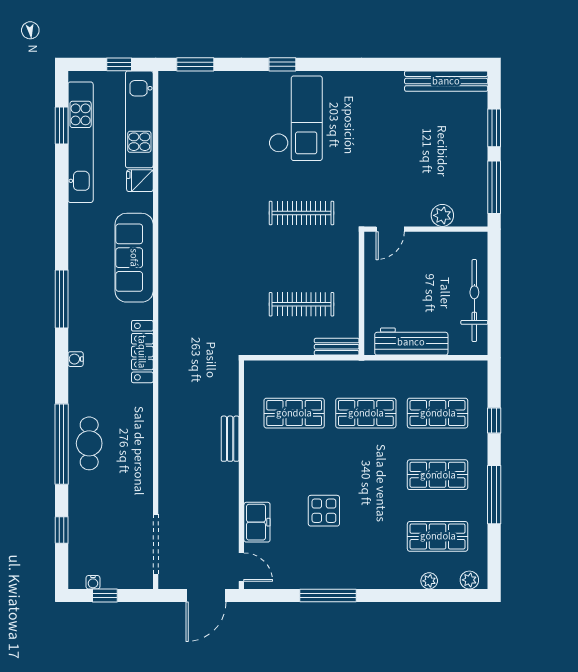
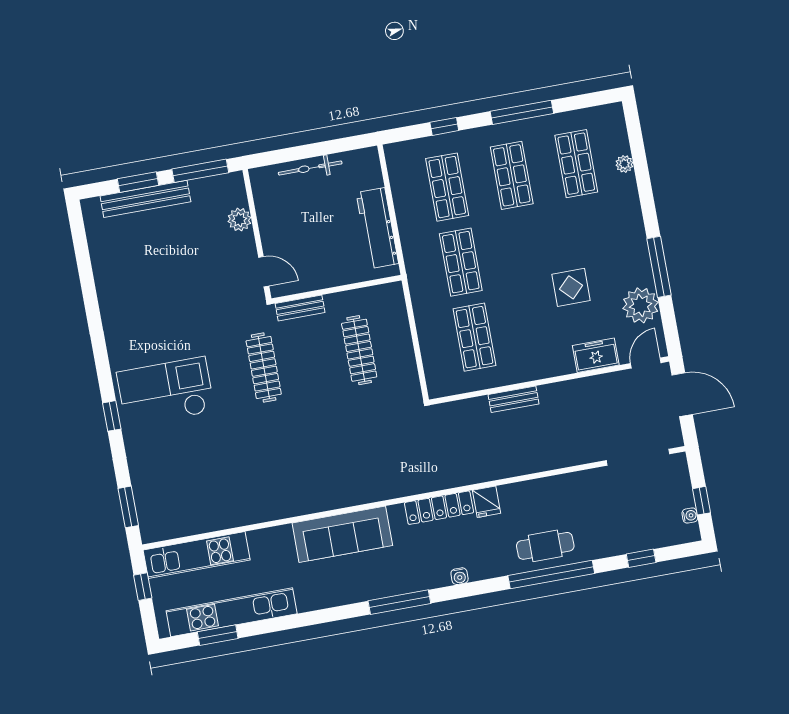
bench: (446, 81) -> (145, 199), moved, turned 90
fridge: (140, 181) -> (487, 502), moved
bicycle: (474, 301) -> (310, 168), width x0.73, depth x0.71
bench: (337, 347) -> (300, 308), moved, turned 90
plant: (469, 580) -> (641, 305), moved, width x1.88, depth x1.88

